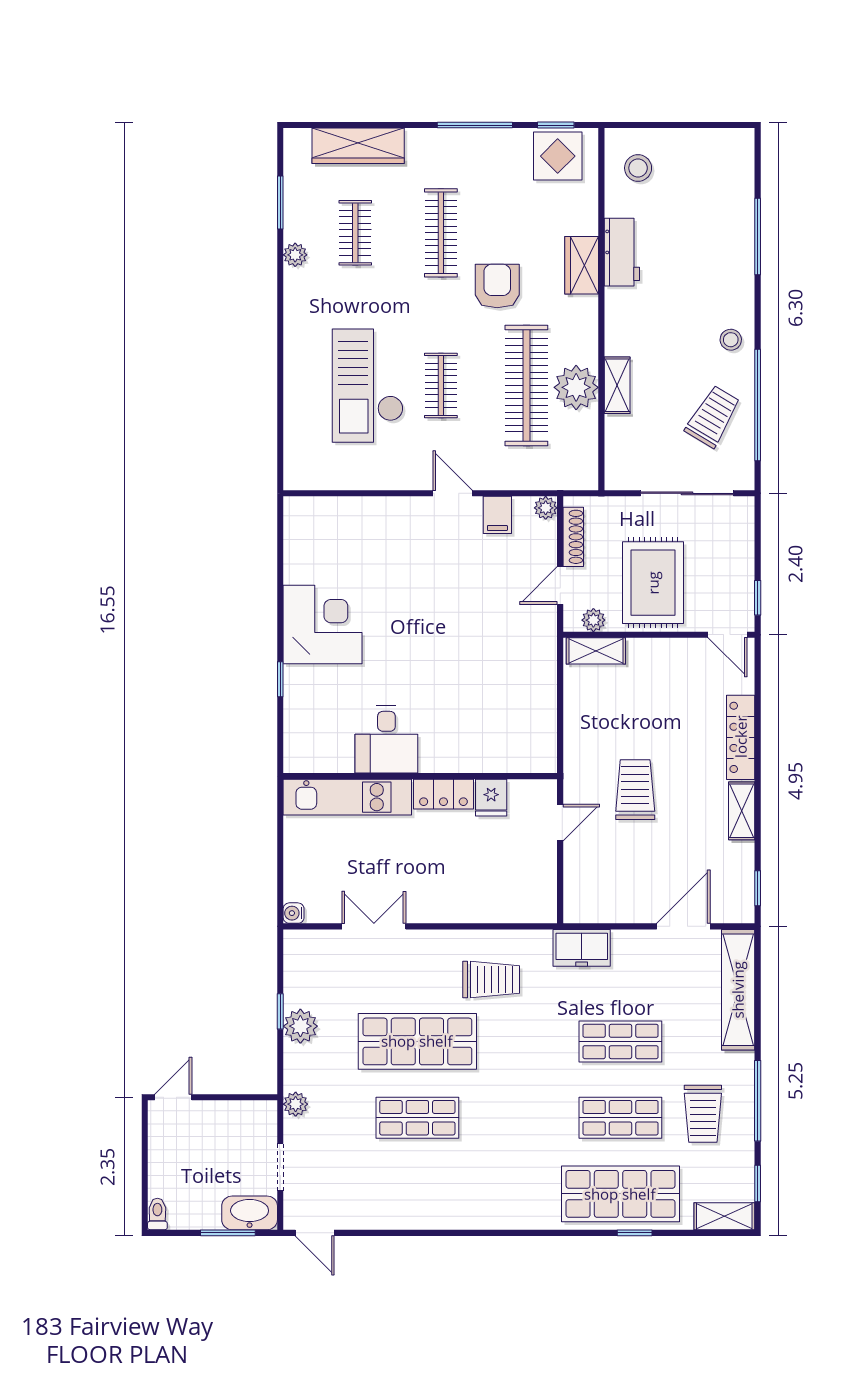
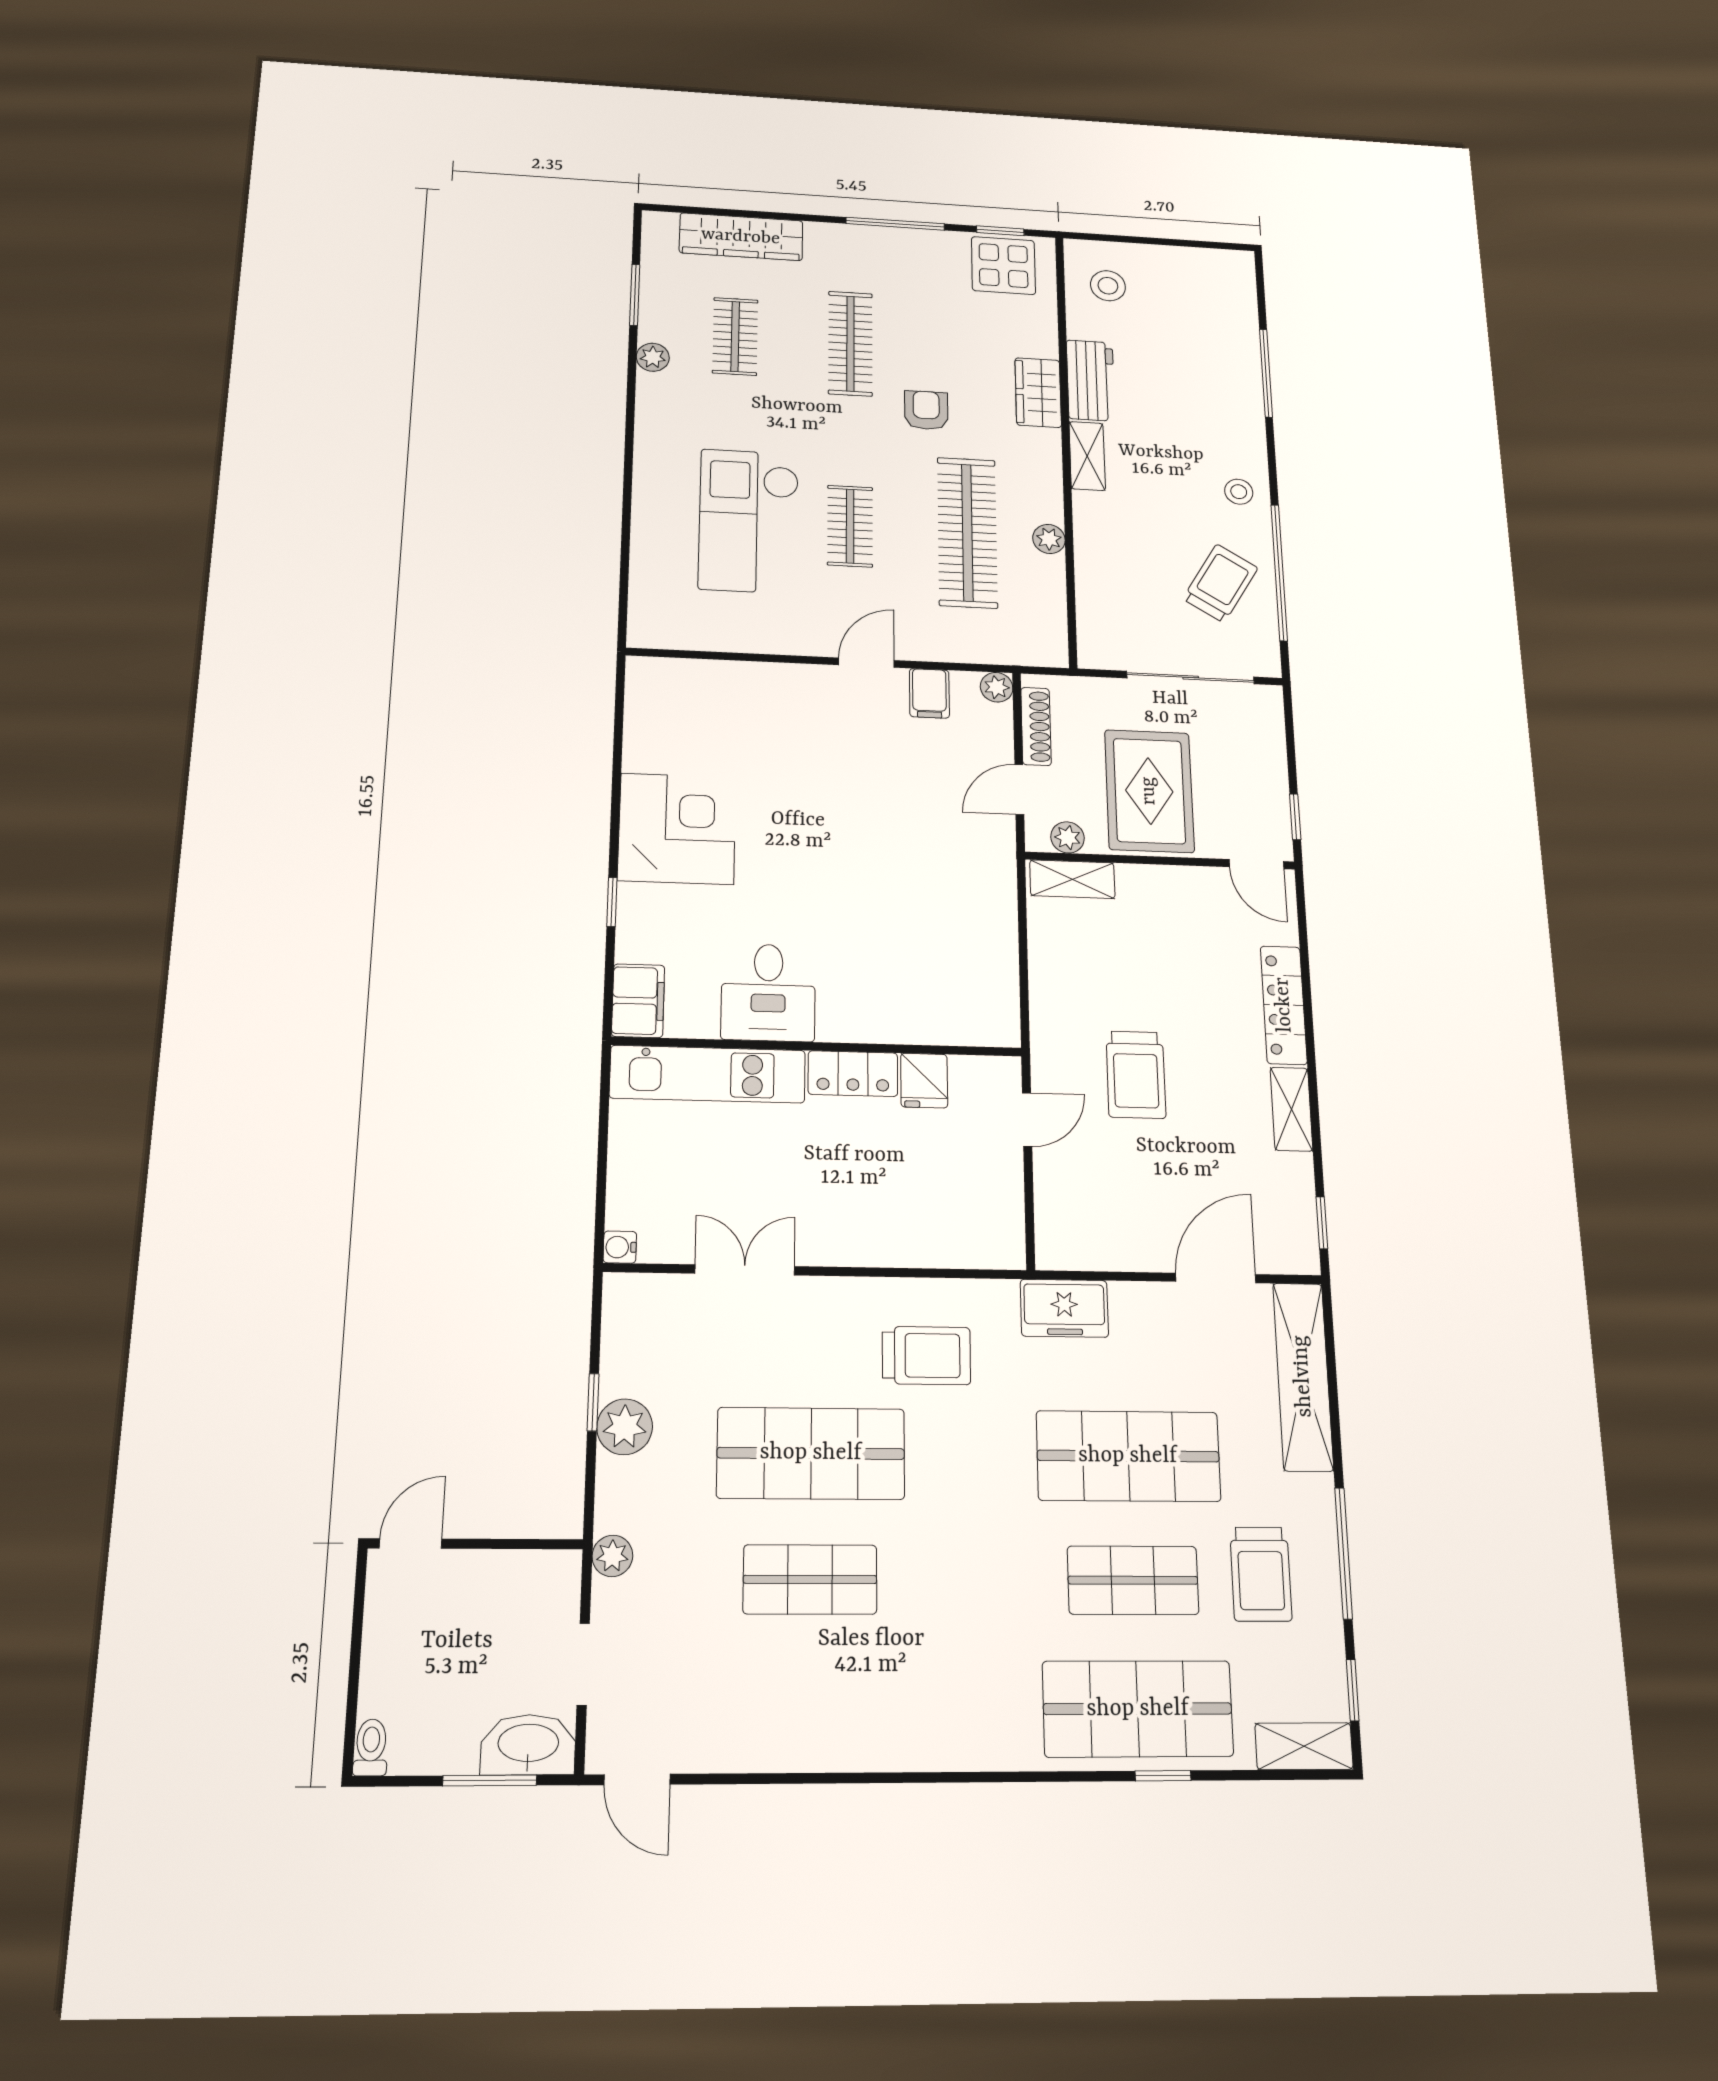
armchair: (497, 286) -> (926, 410), width x0.72, depth x0.72
shelving: (617, 385) -> (1087, 456), moved
plant: (576, 387) -> (1049, 539), width x0.53, depth x0.53
door: (453, 493) -> (866, 663), hinge flipped
filing cabinet: (300, 748) -> (638, 1001), added
trolley: (635, 790) -> (1136, 1075), turned 180
shop shelf: (620, 1041) -> (1128, 1456), width x1.43, depth x1.36

